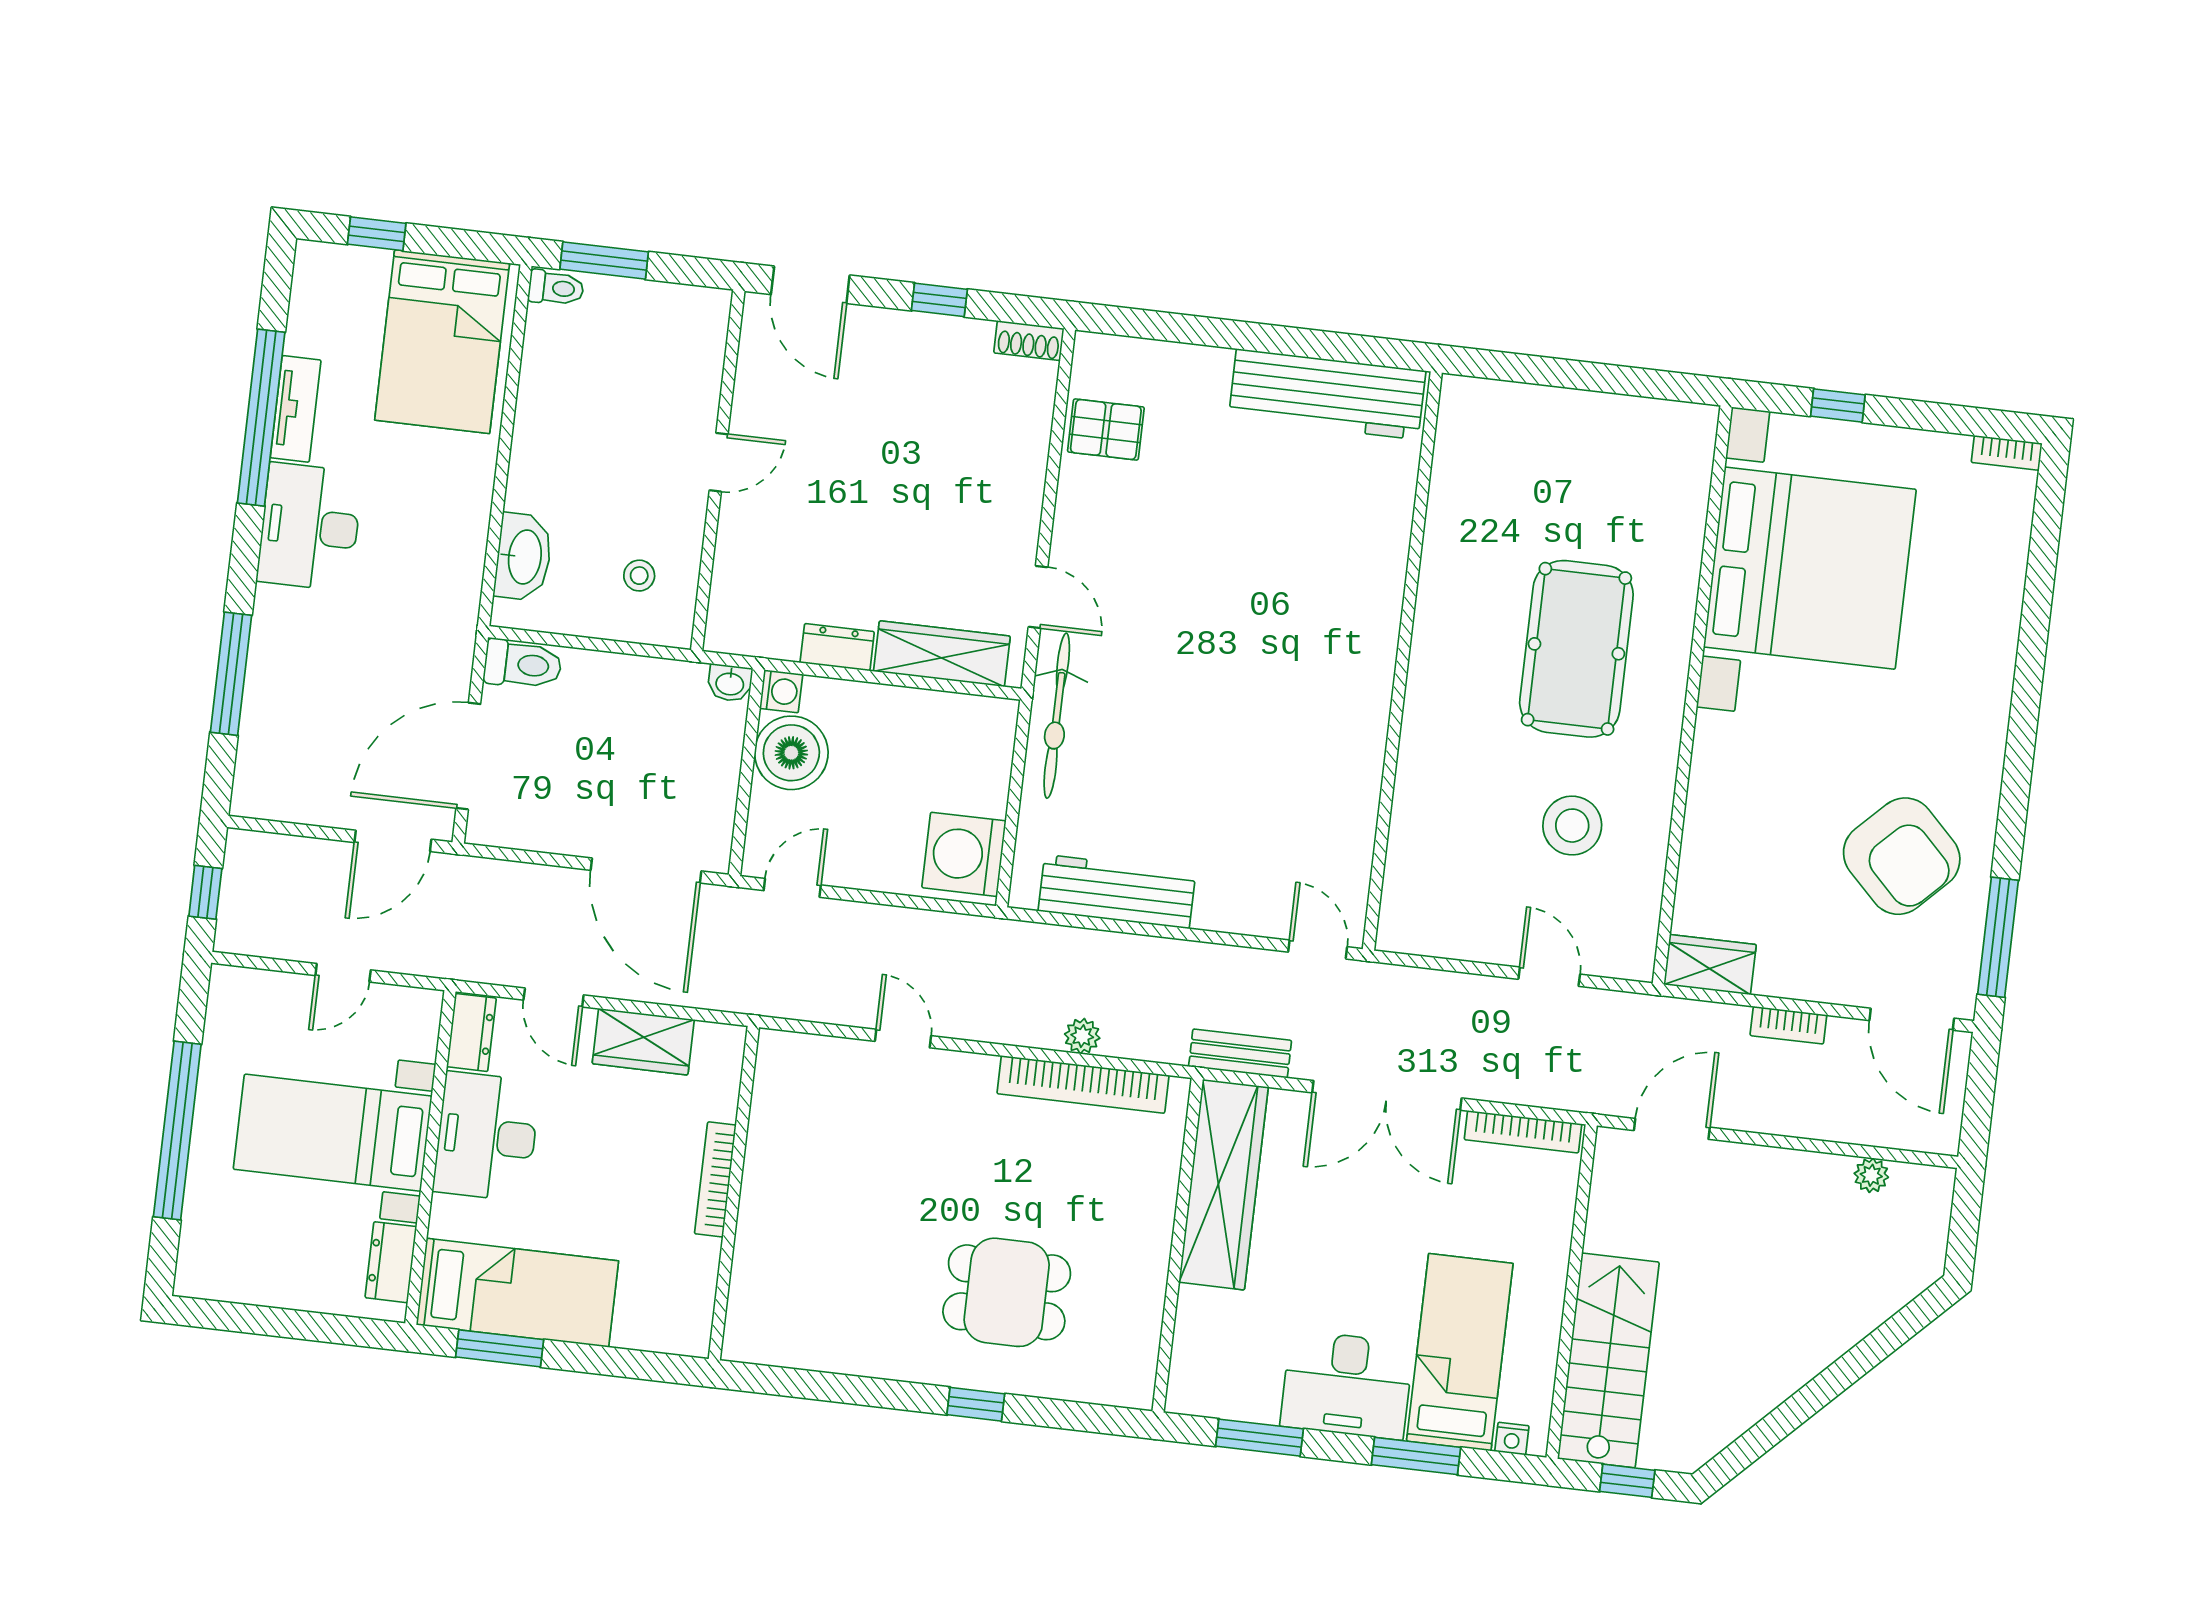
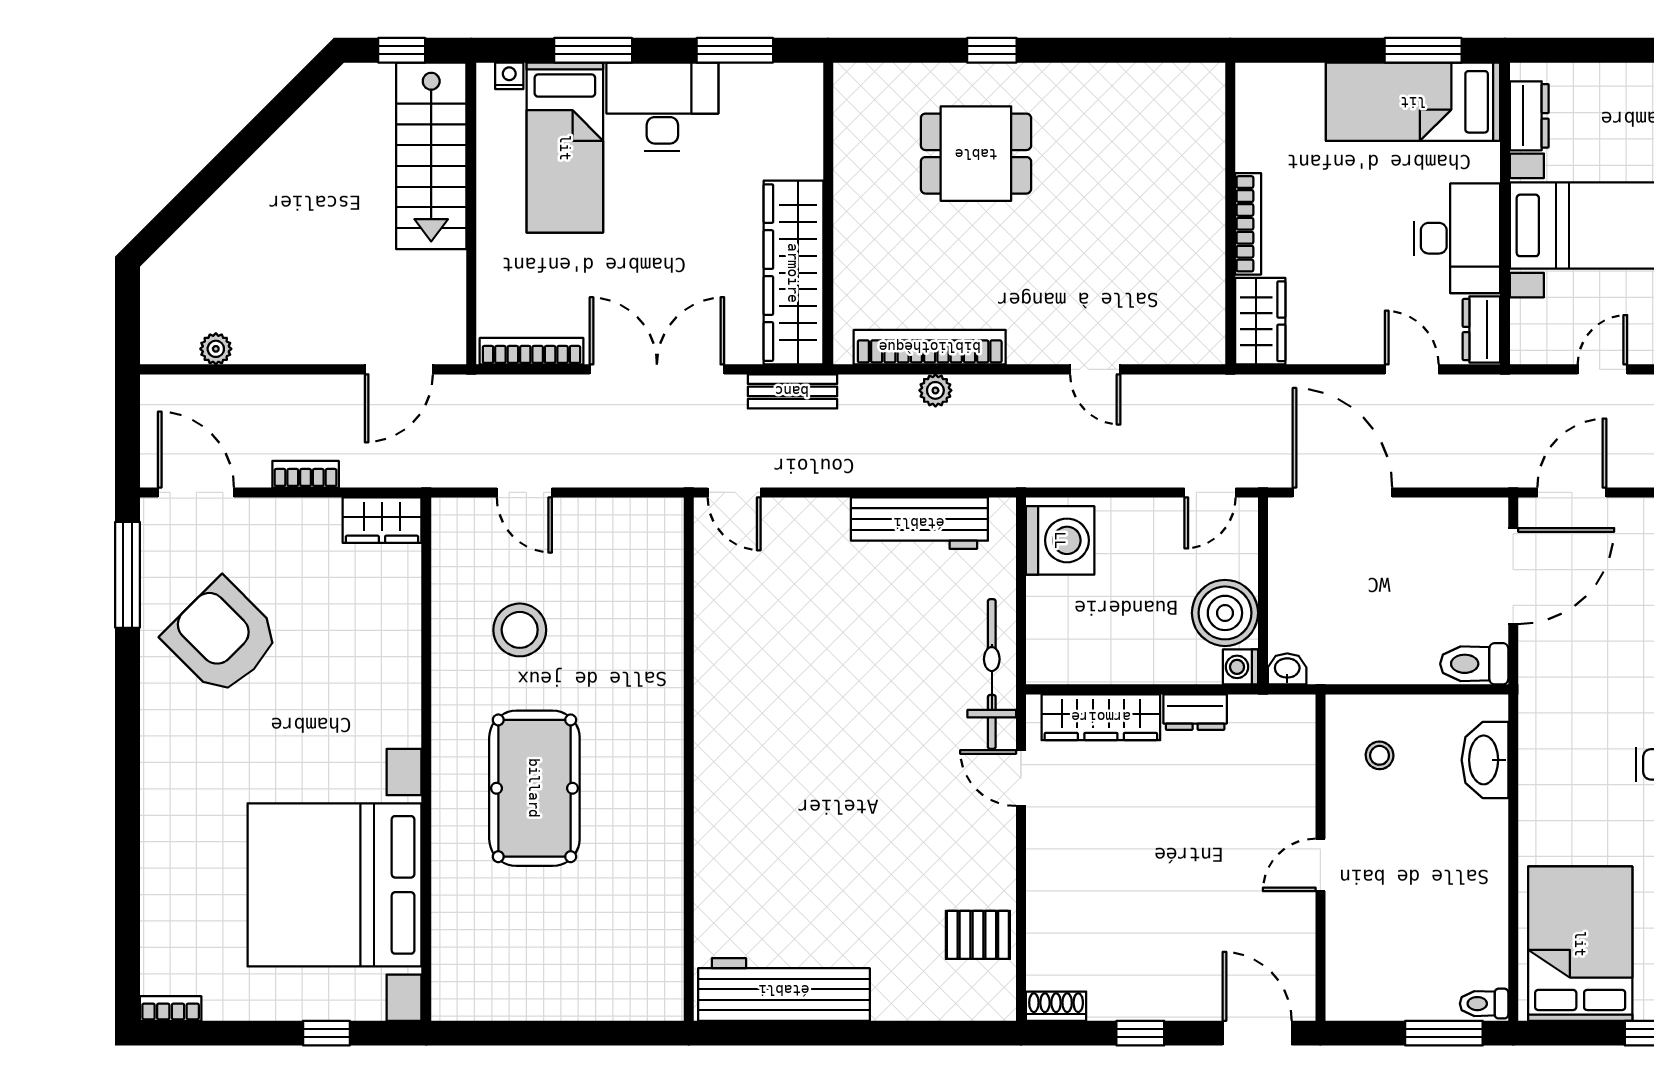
wardrobe: (643, 1042) -> (1260, 321), moved, turned 90

